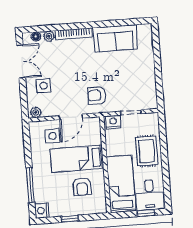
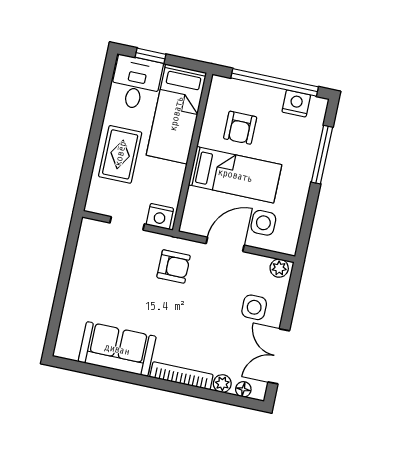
armchair: (82, 187) -> (240, 128), turned 180
nightstand: (42, 211) -> (296, 103), moved, turned -90
window: (70, 219) -> (275, 82), width x3.17

